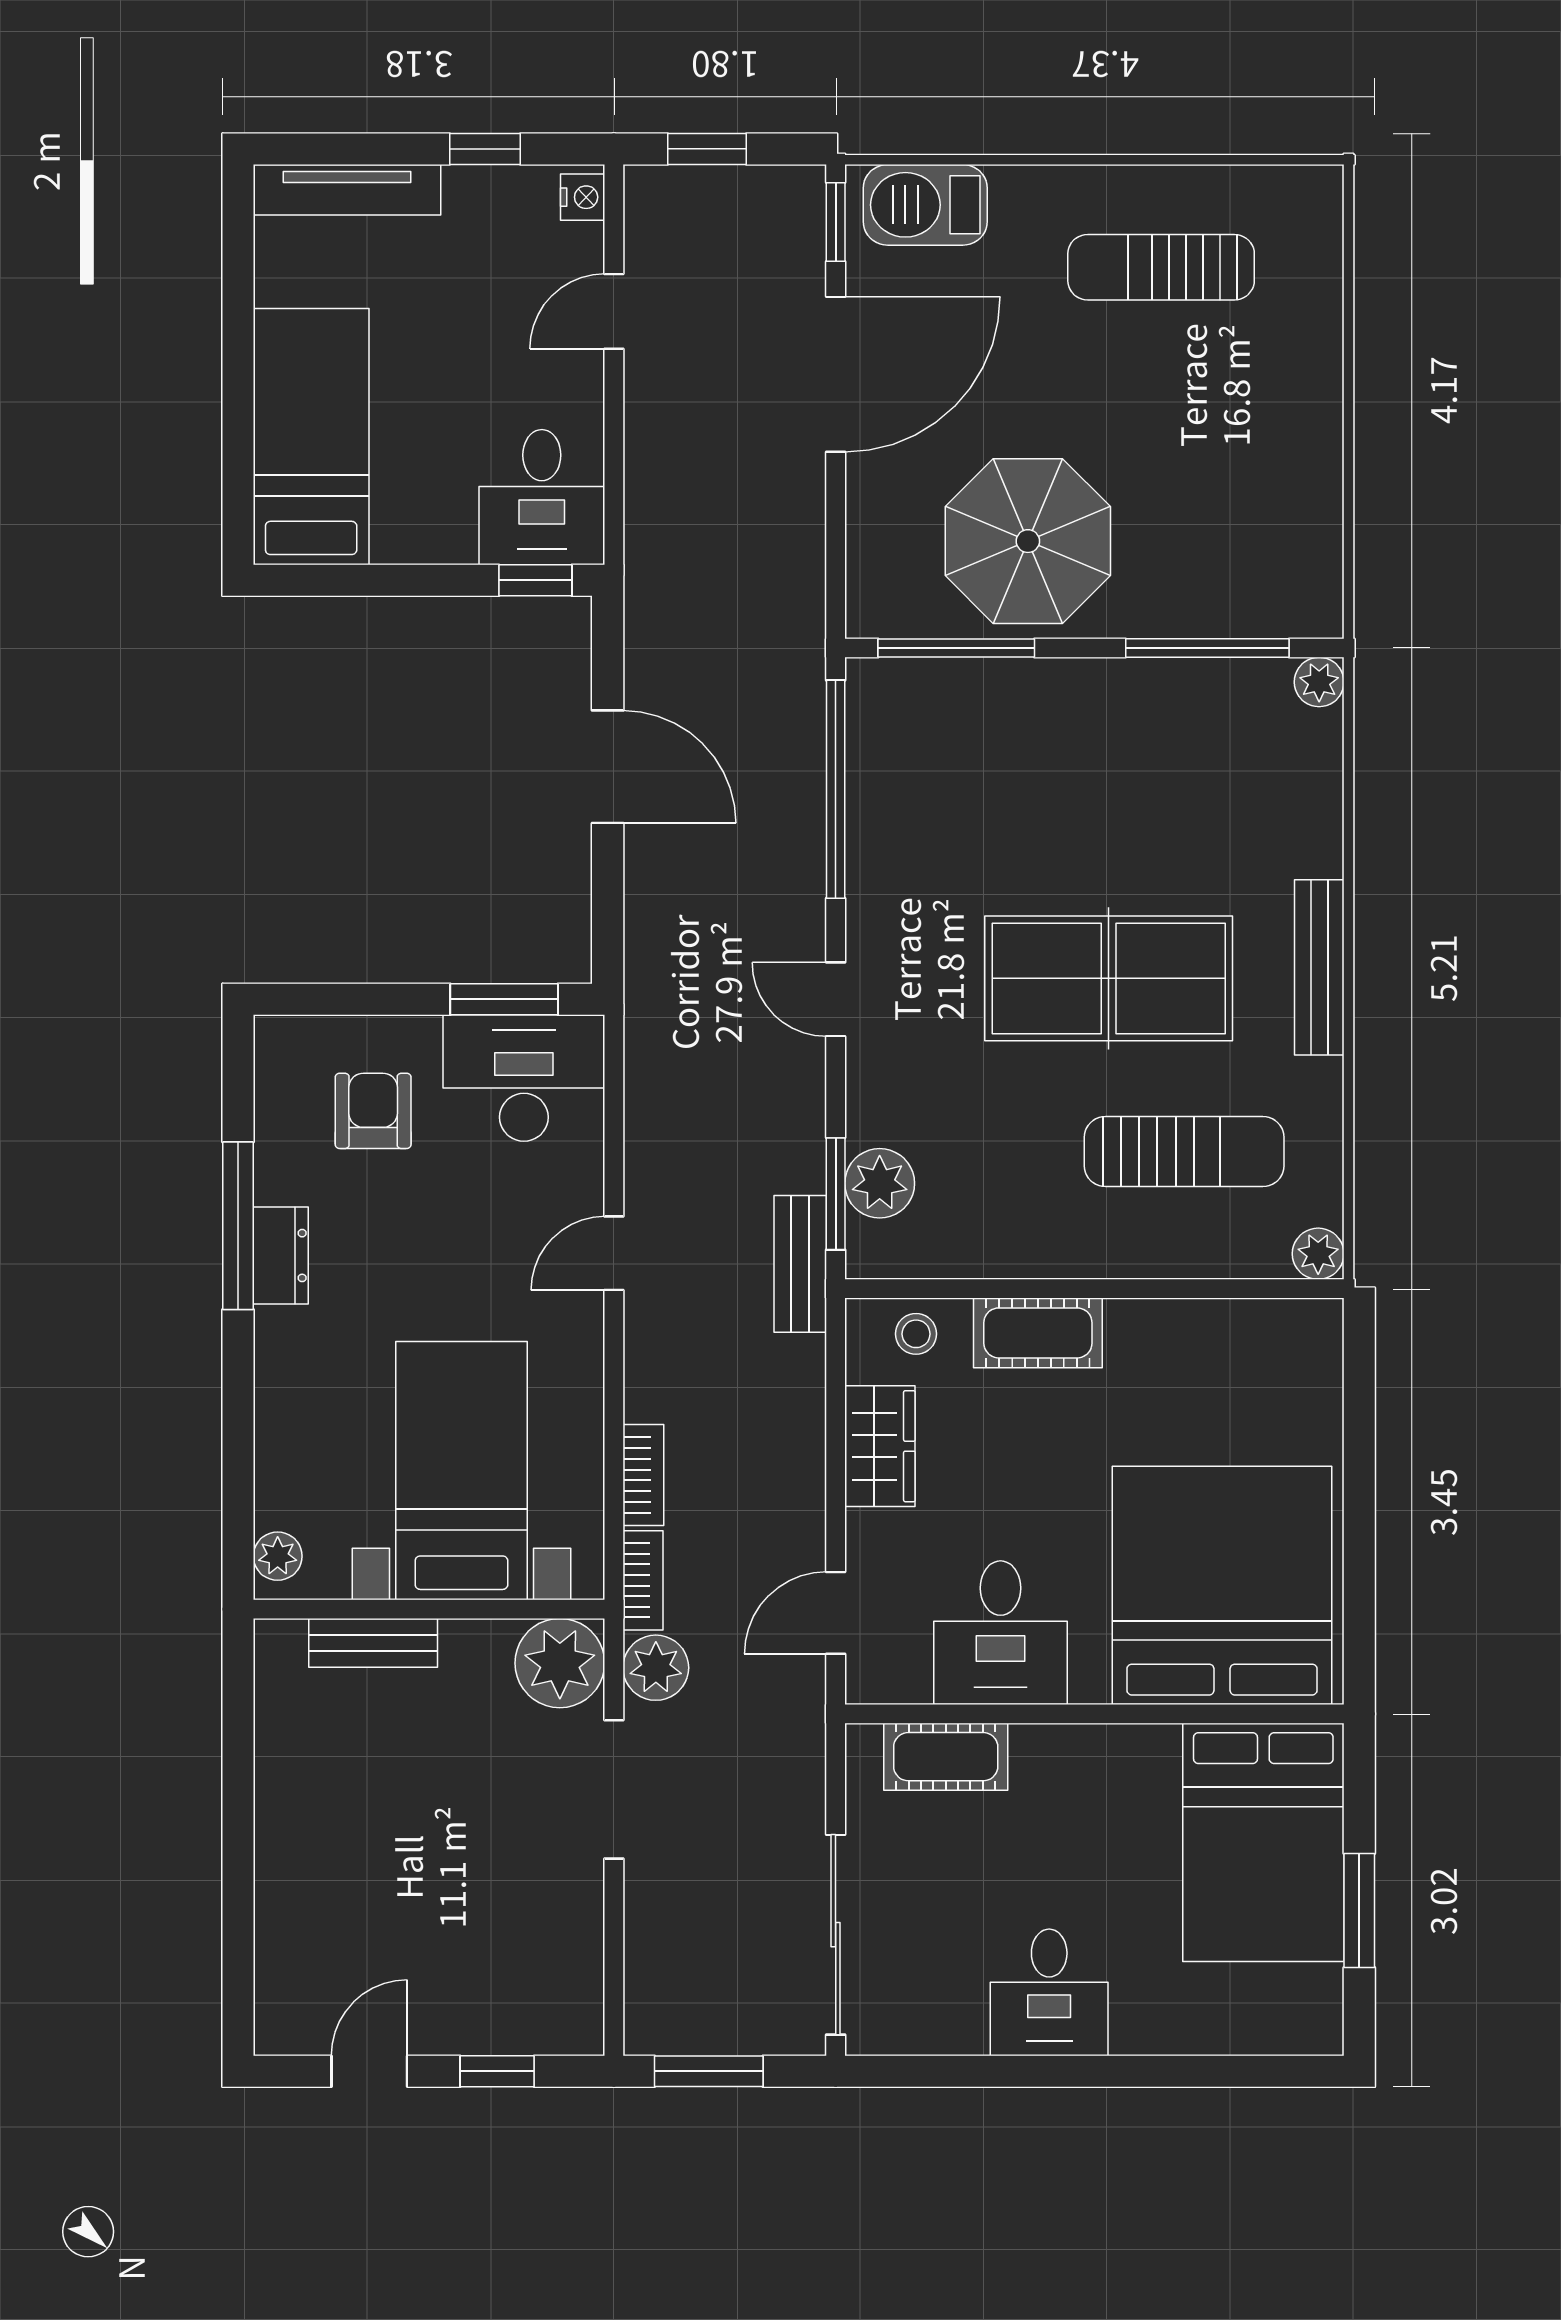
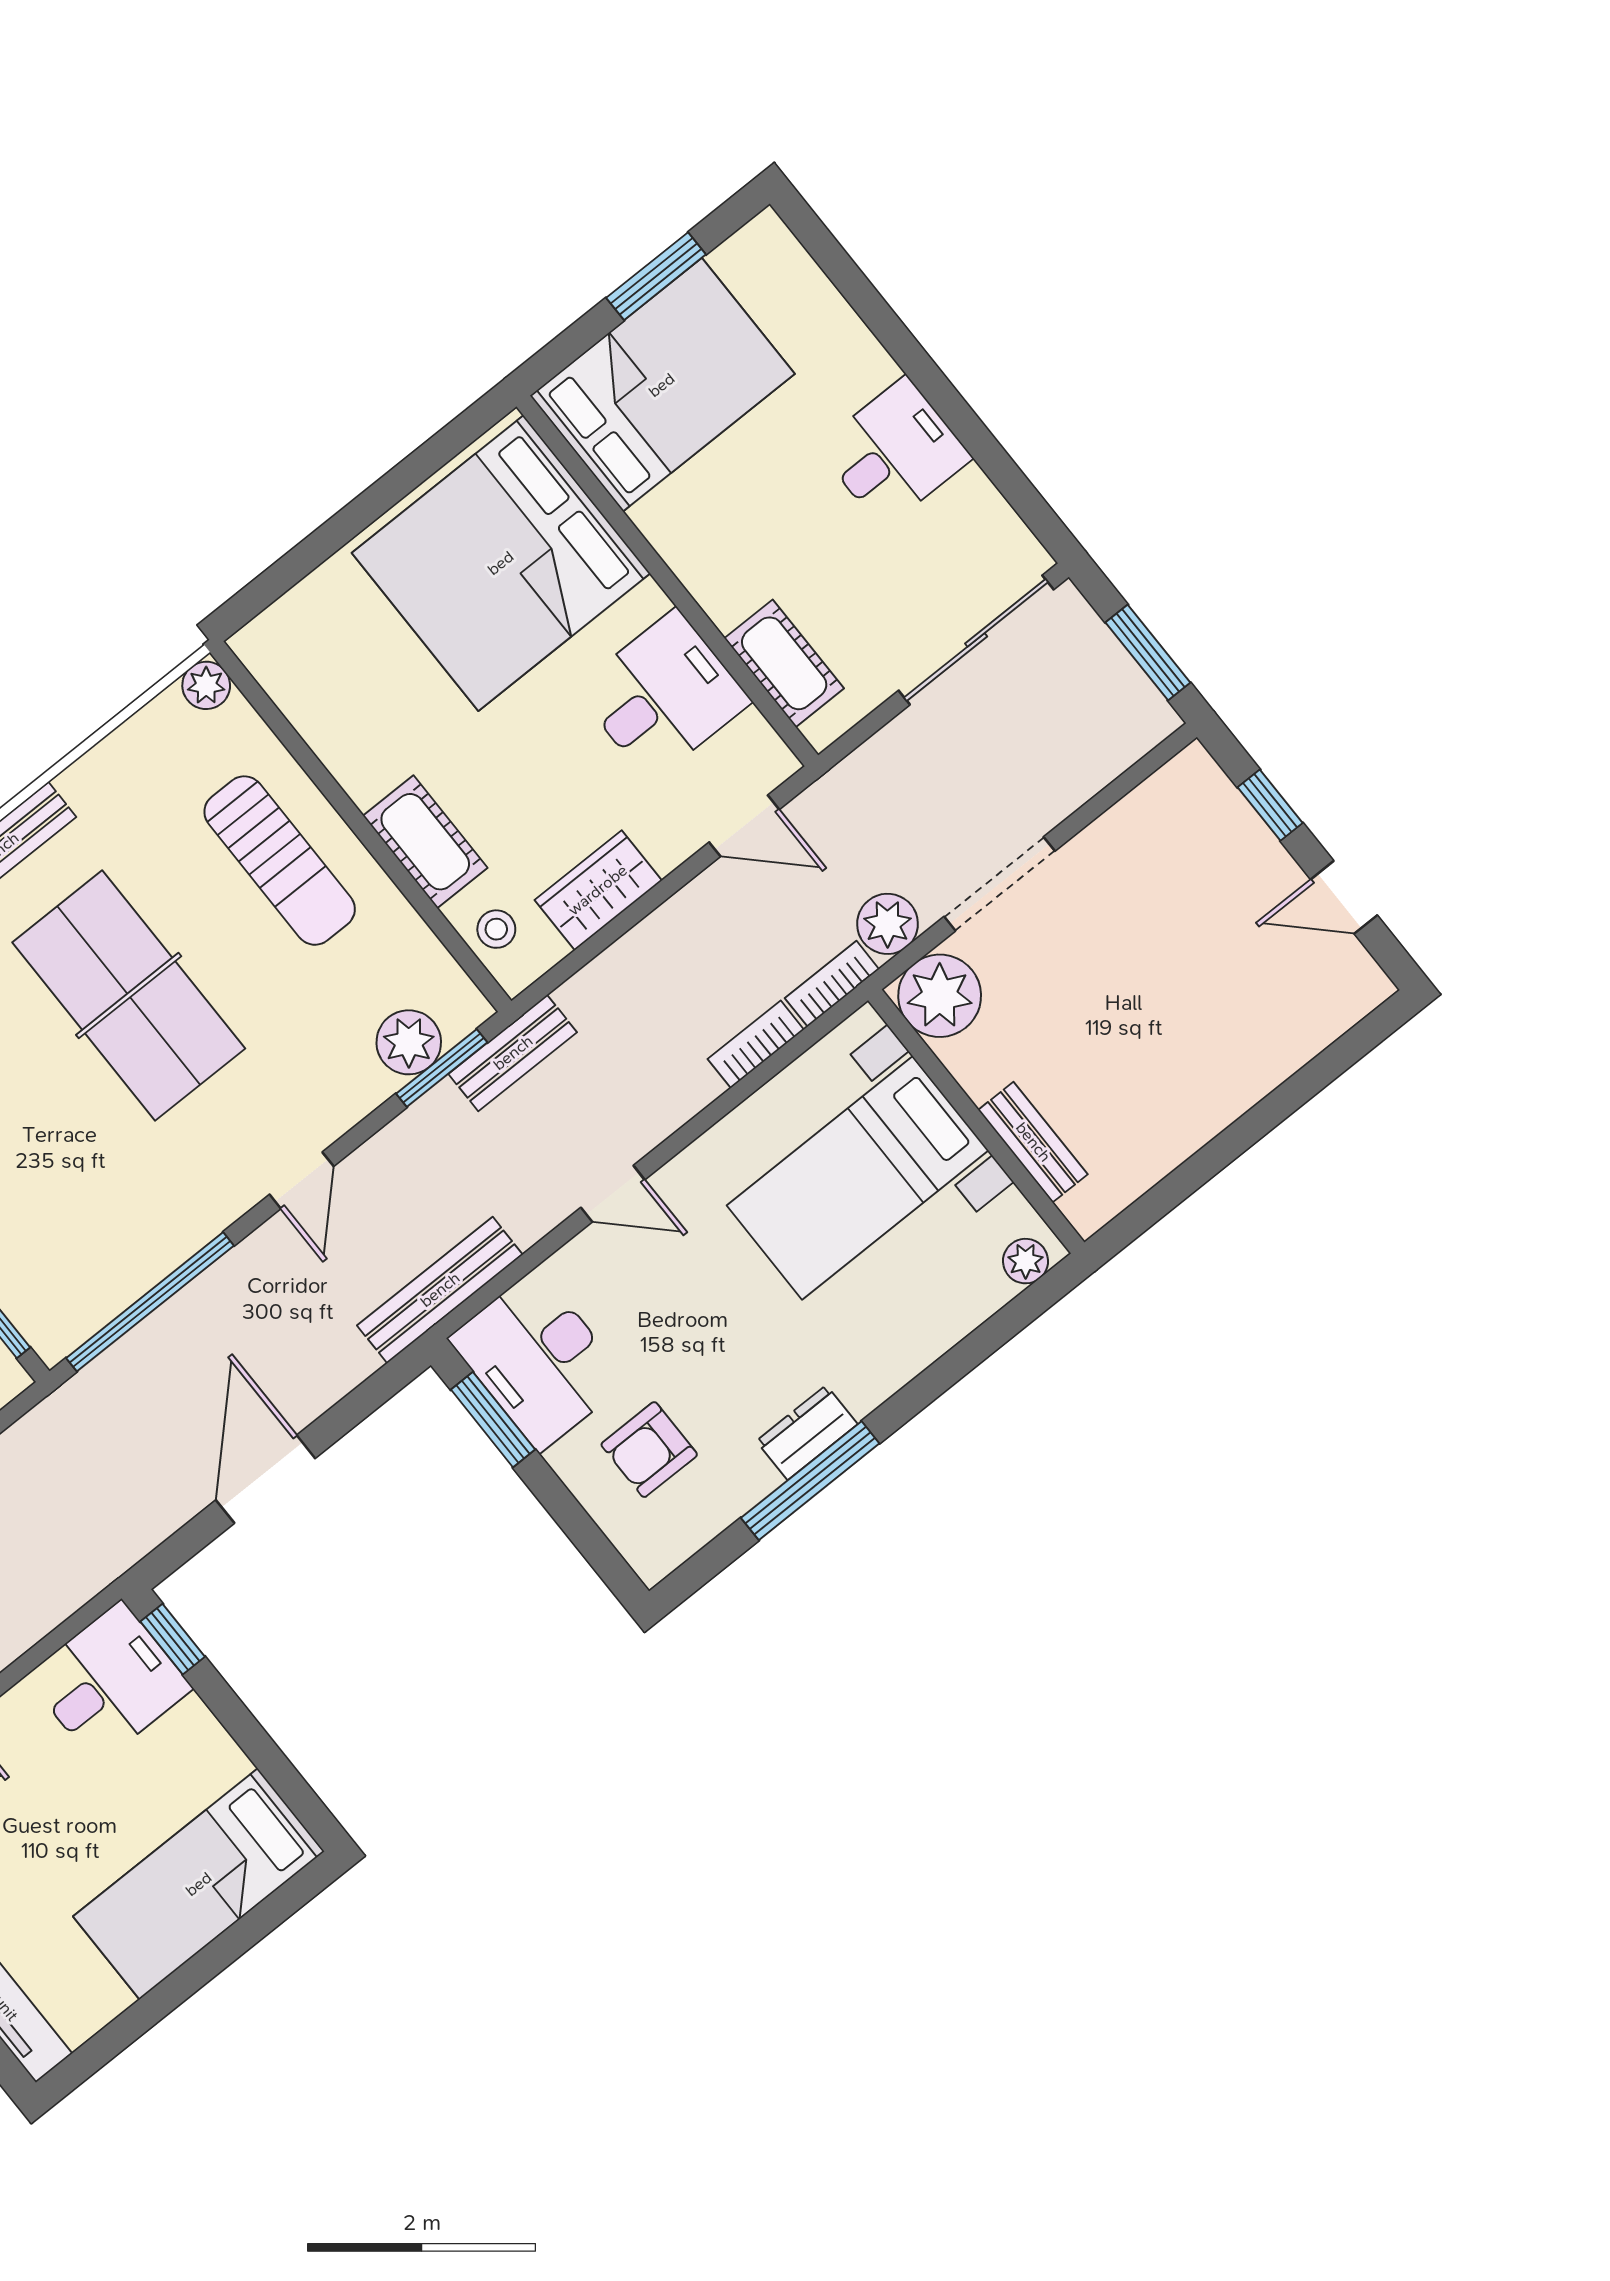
bench: (649, 1042) -> (440, 1290), added
sun lounger: (1184, 1152) -> (280, 861), moved, turned 180

